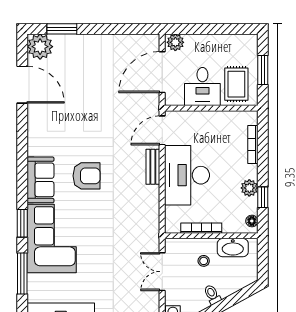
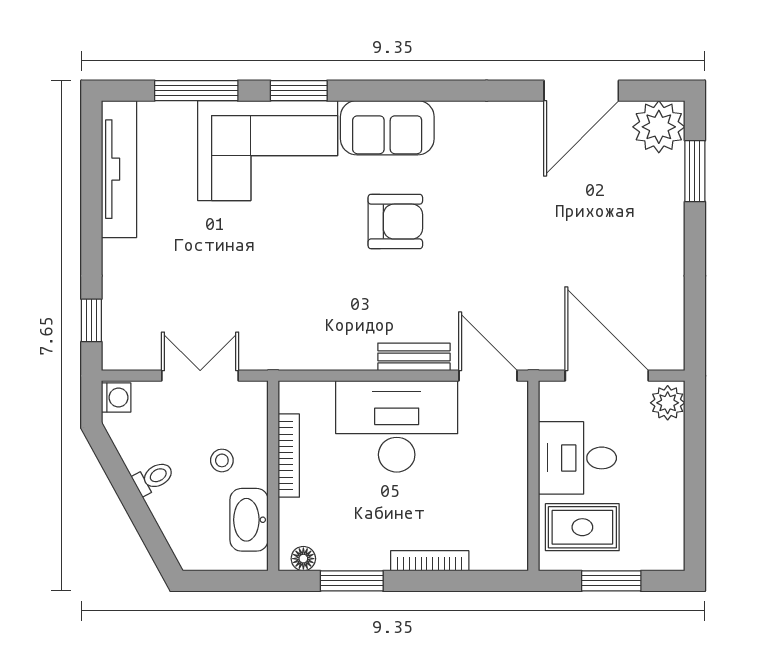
bookcase: (253, 144) -> (430, 561), moved
armchair: (86, 176) -> (395, 222), turned -90
plant: (249, 188) -> (371, 553), removed
window: (263, 197) -> (352, 581), width x1.50

